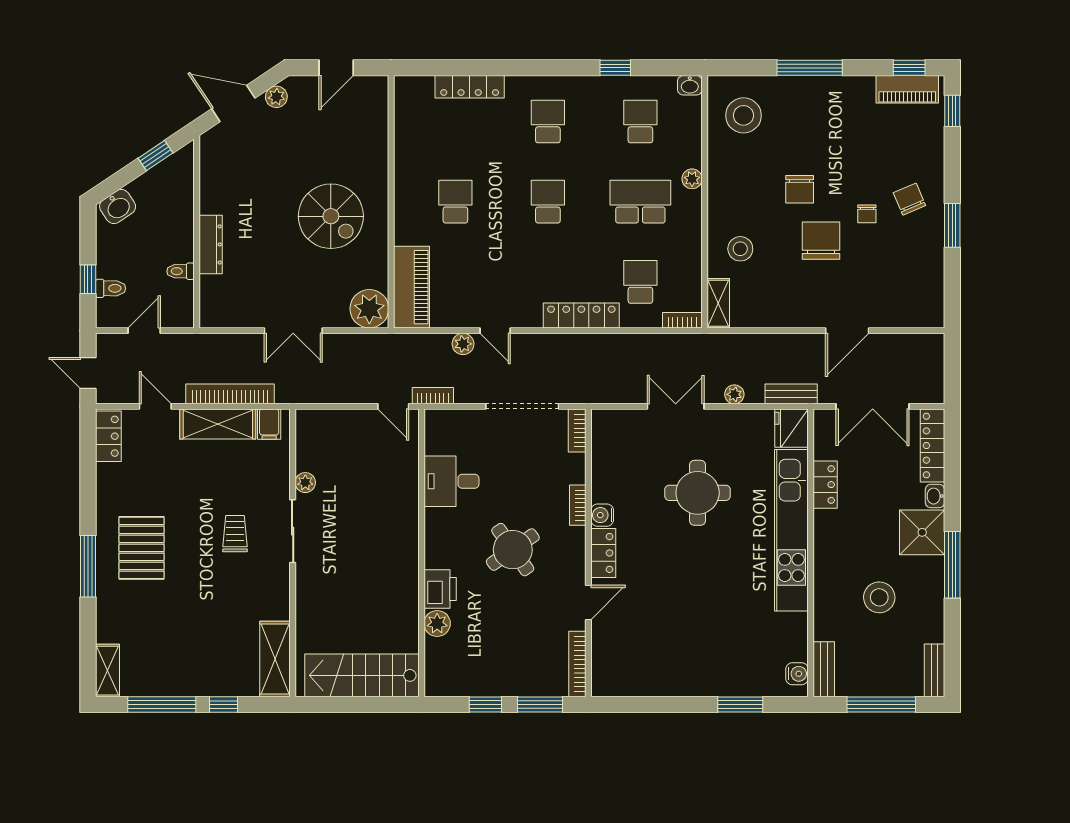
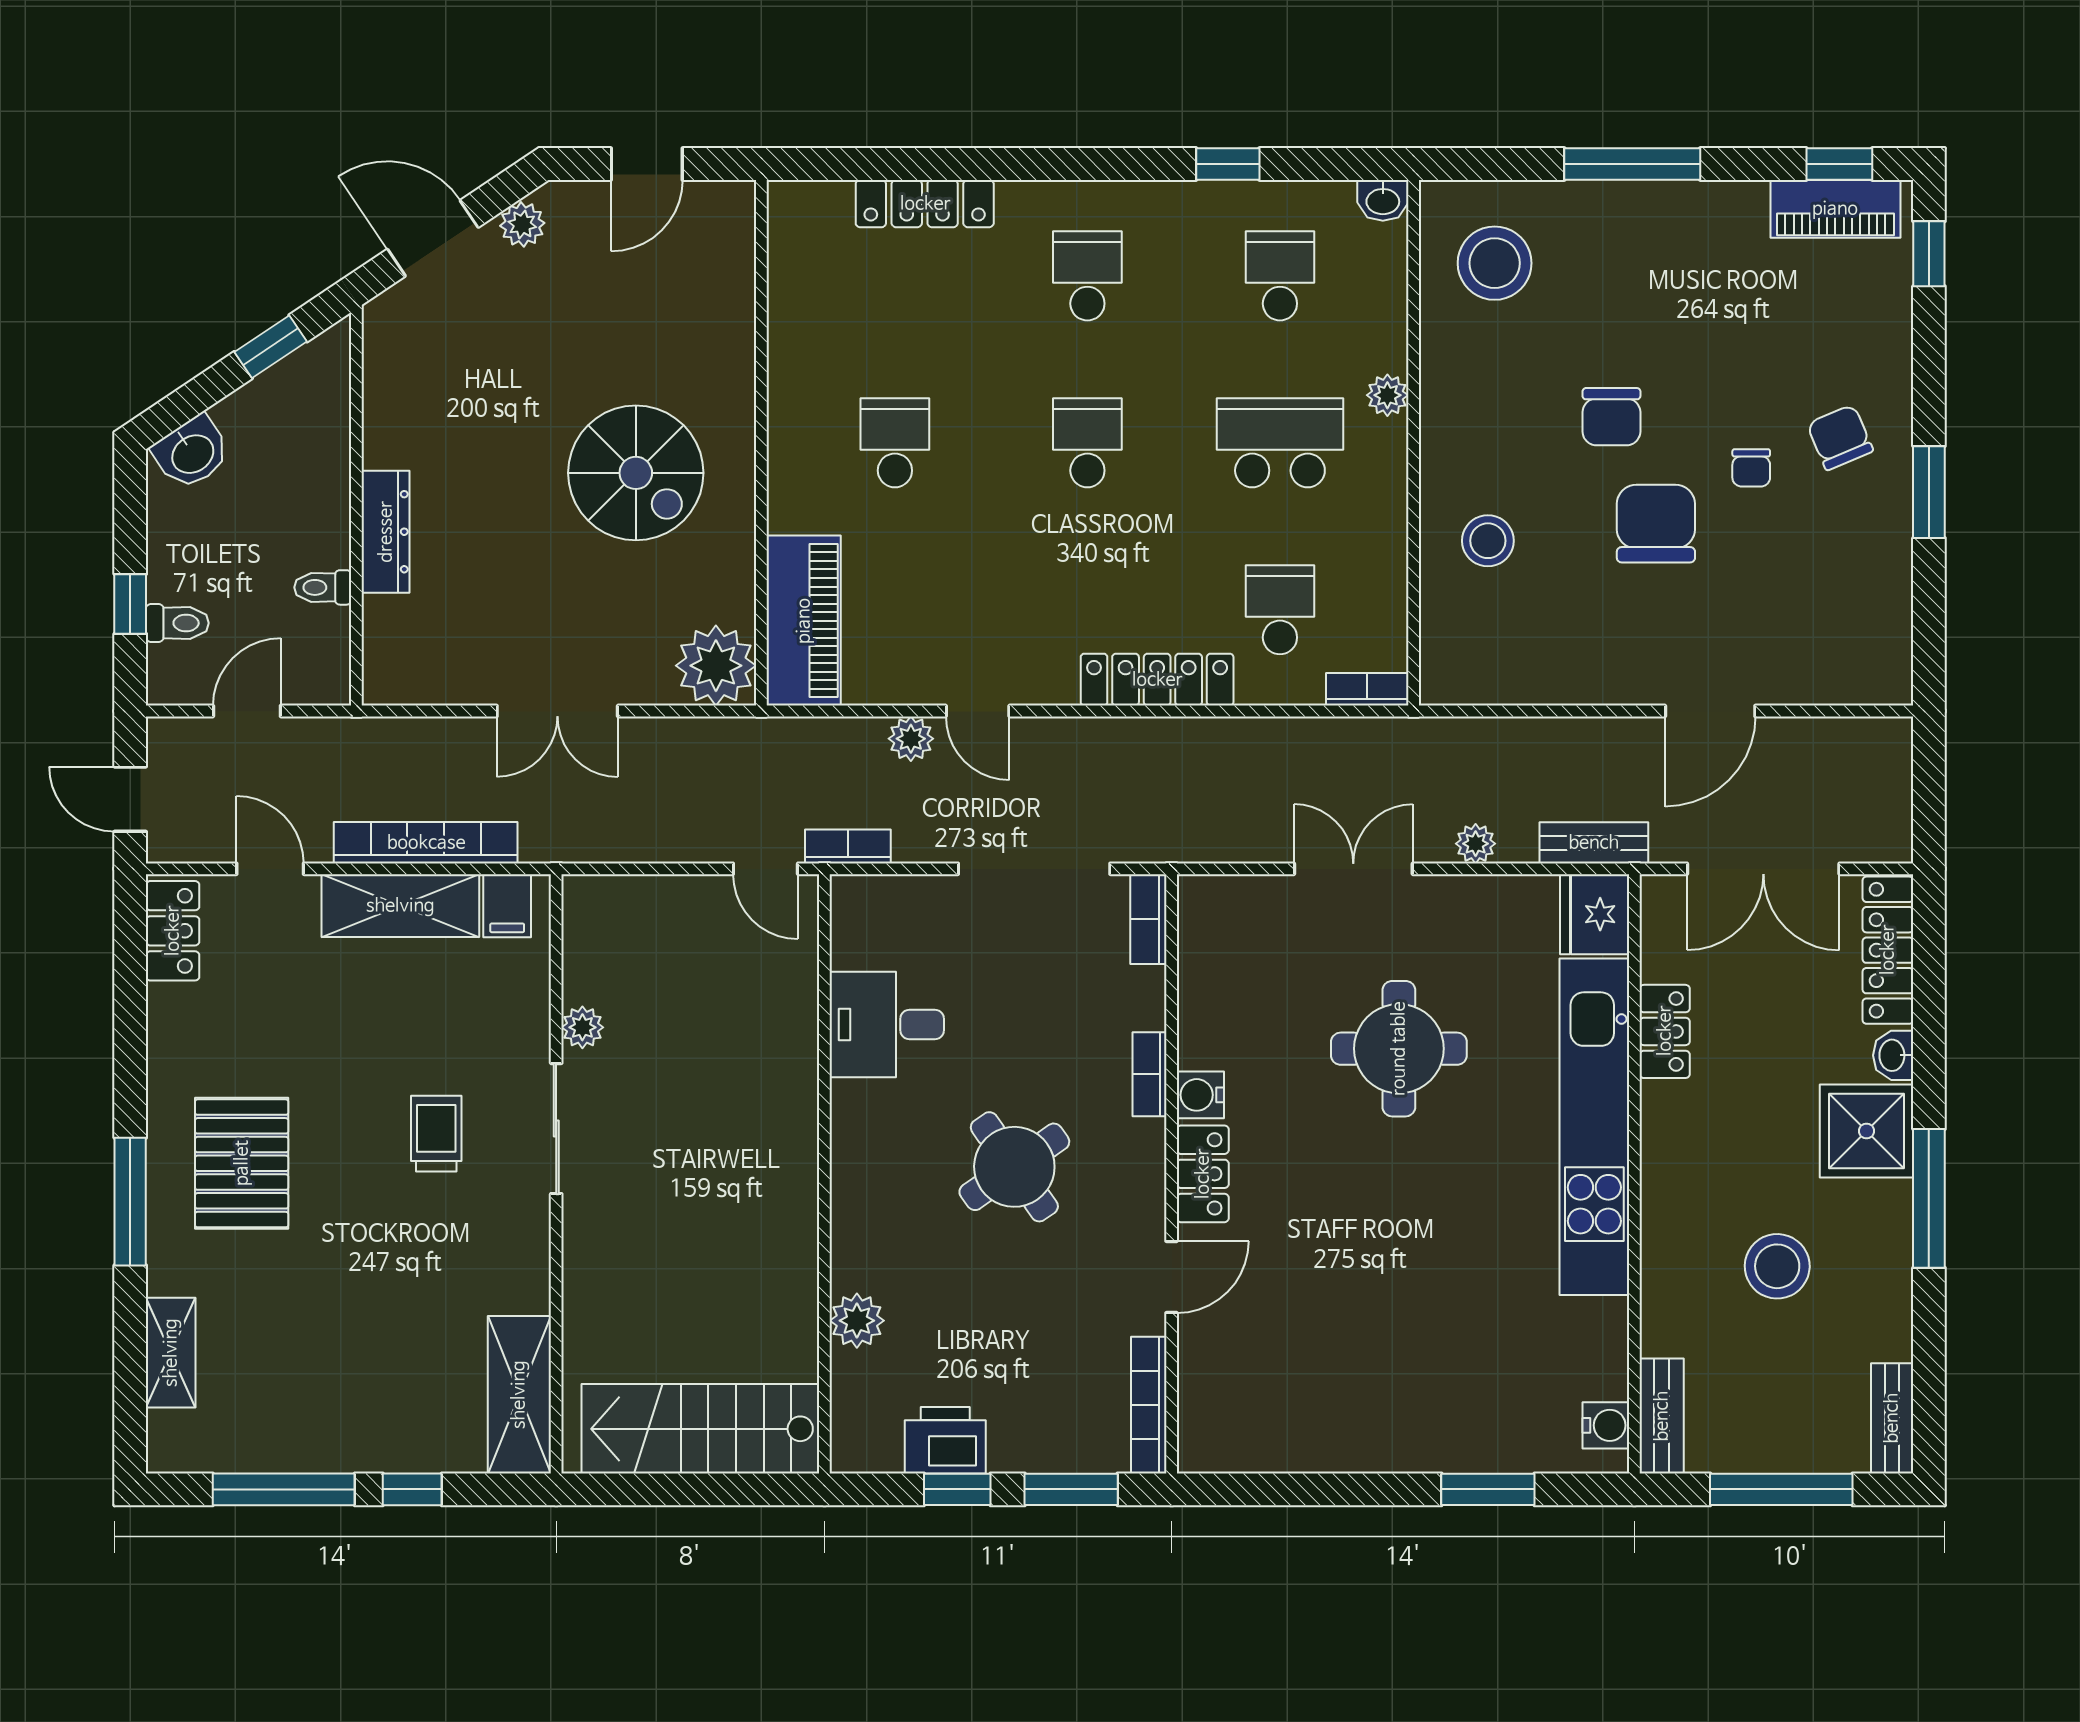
shelving: (718, 303) -> (1442, 654), removed
printer: (440, 589) -> (945, 1440), moved, turned -90
shelving: (107, 671) -> (171, 1353), moved

